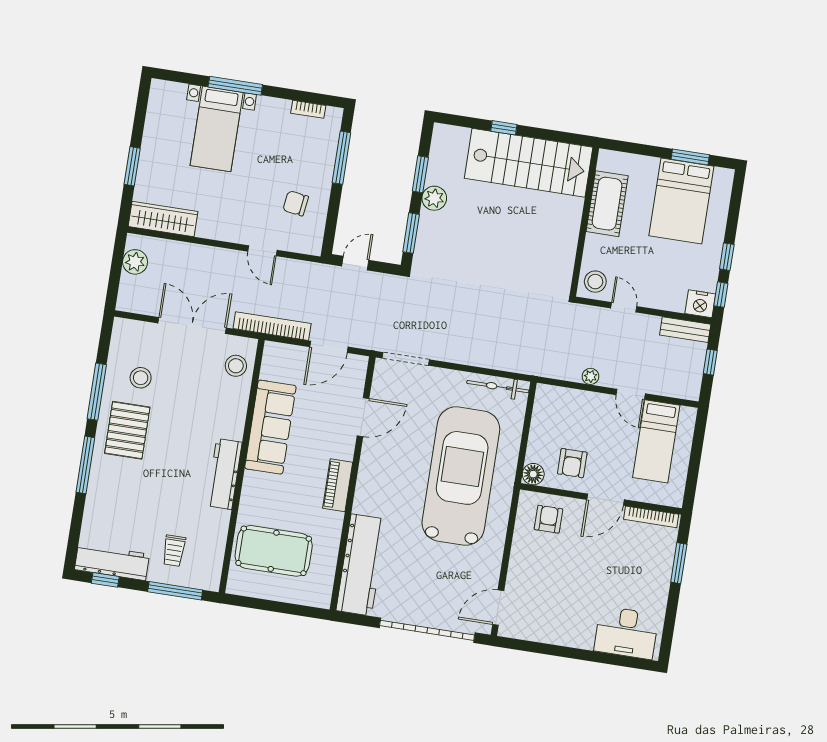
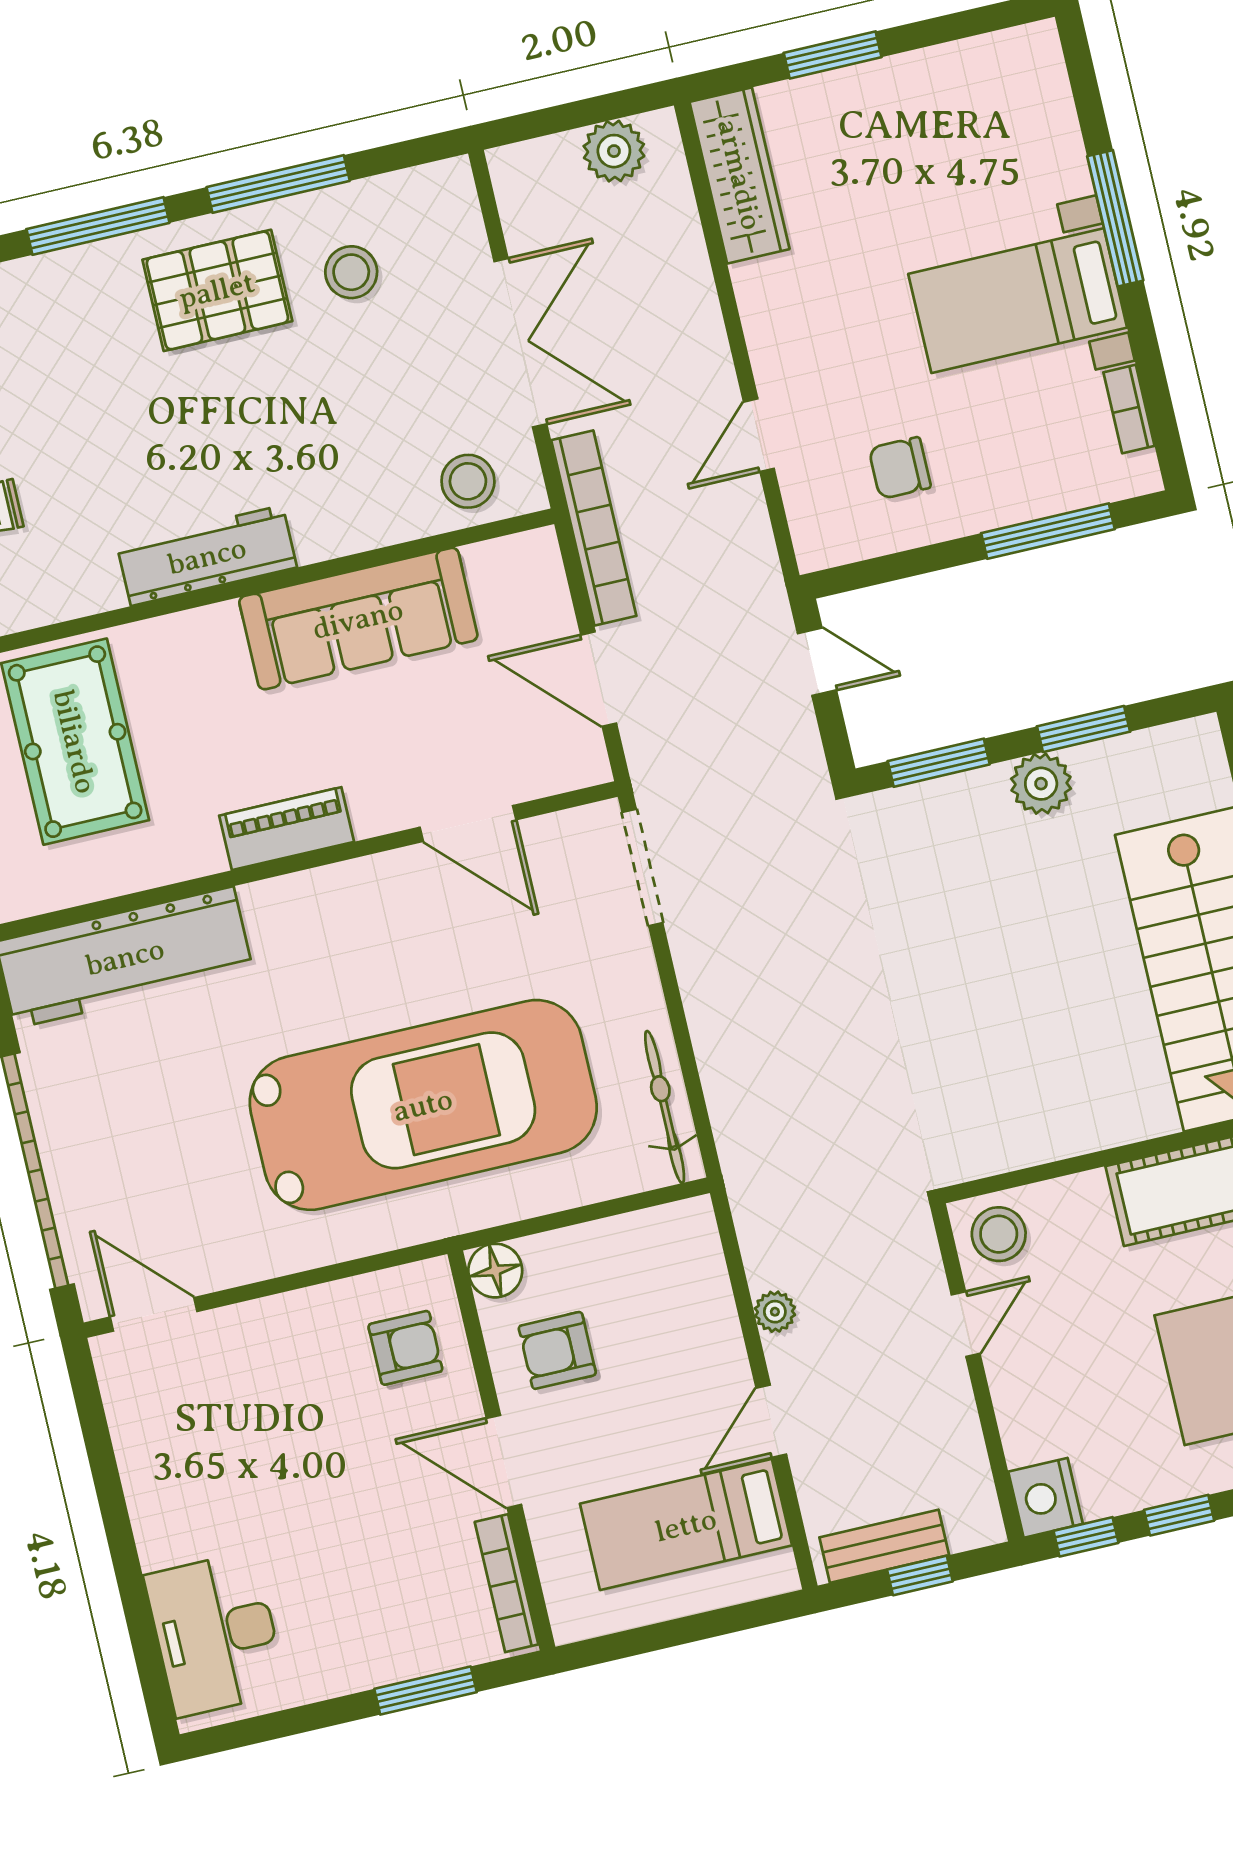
bed with nightstands: (217, 129) -> (1018, 301), moved
chair: (296, 203) -> (900, 468), turned -98
bench: (685, 330) -> (884, 1546), moved, turned 90

